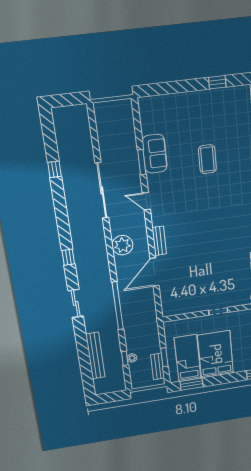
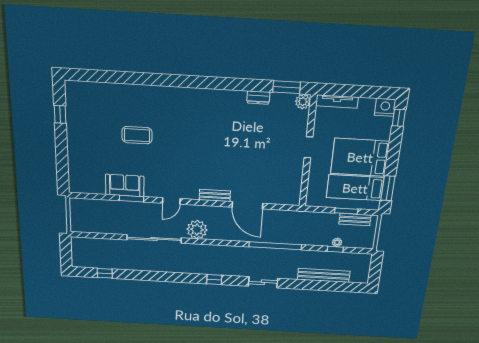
window: (55, 169) -> (105, 273), moved
plant: (122, 245) -> (197, 230), moved

